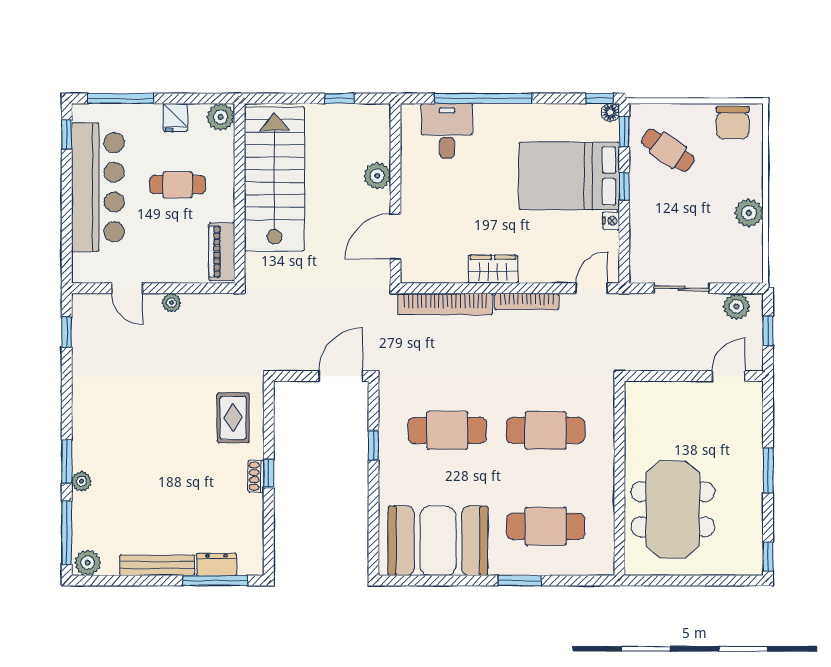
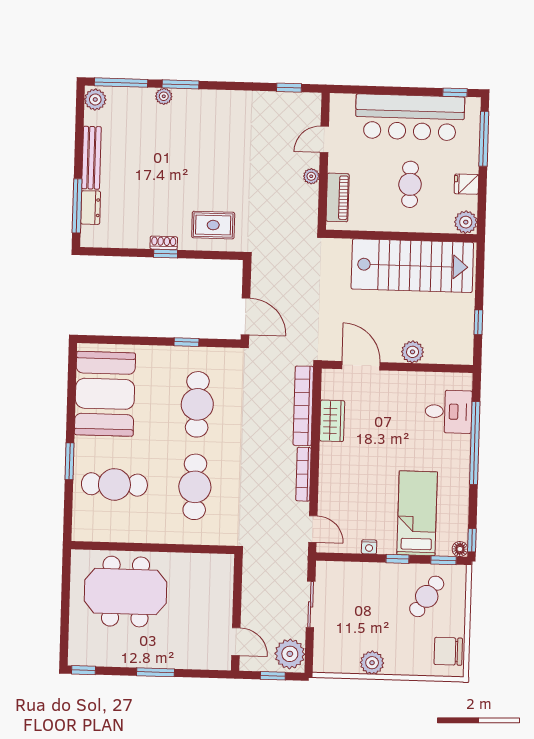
bed: (569, 176) -> (417, 513), width x0.67
piano: (222, 252) -> (338, 197), moved, turned 90
wardrobe: (493, 269) -> (332, 421), moved
plant: (736, 306) -> (290, 654), width x1.36, depth x1.36
cafe table: (546, 526) -> (114, 484), turned 90

